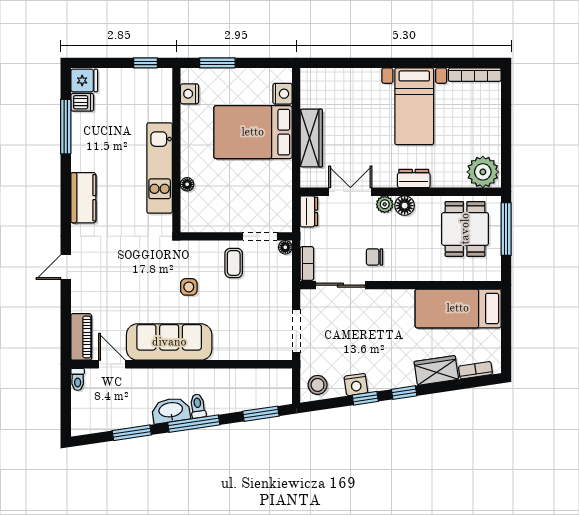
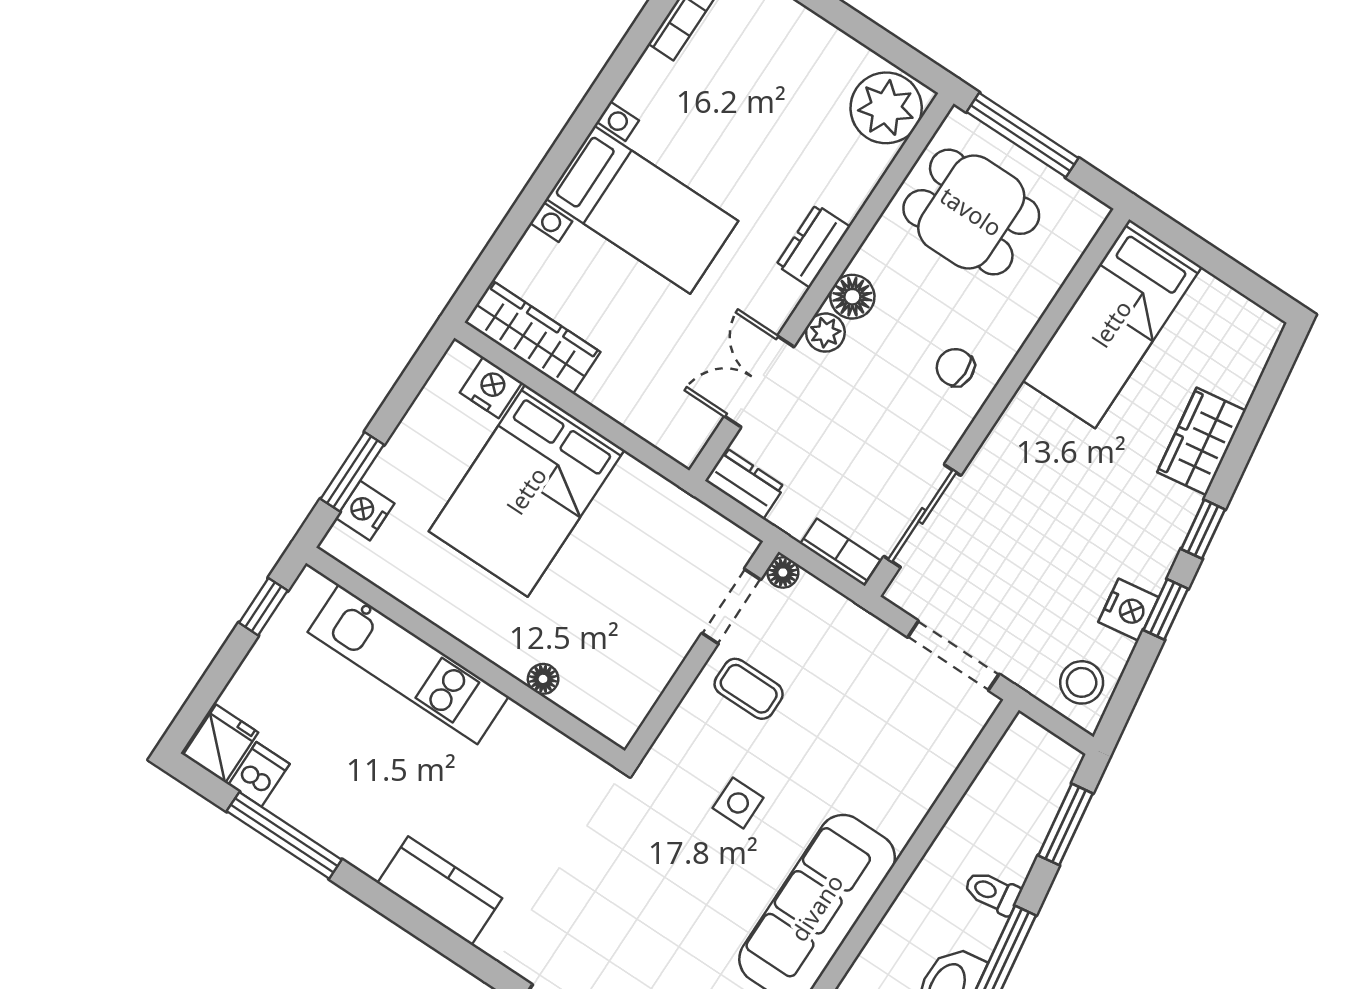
nightstand: (190, 94) -> (365, 511), moved, turned 90
bed with nightstands: (414, 106) -> (642, 210), moved
wardrobe: (311, 138) -> (533, 337), moved
kitchen unit: (160, 168) -> (408, 664), moved
chair: (375, 257) -> (955, 367), moved, turned 90
bookcase: (476, 370) -> (1250, 367), removed
toilet: (198, 406) -> (992, 892), moved

